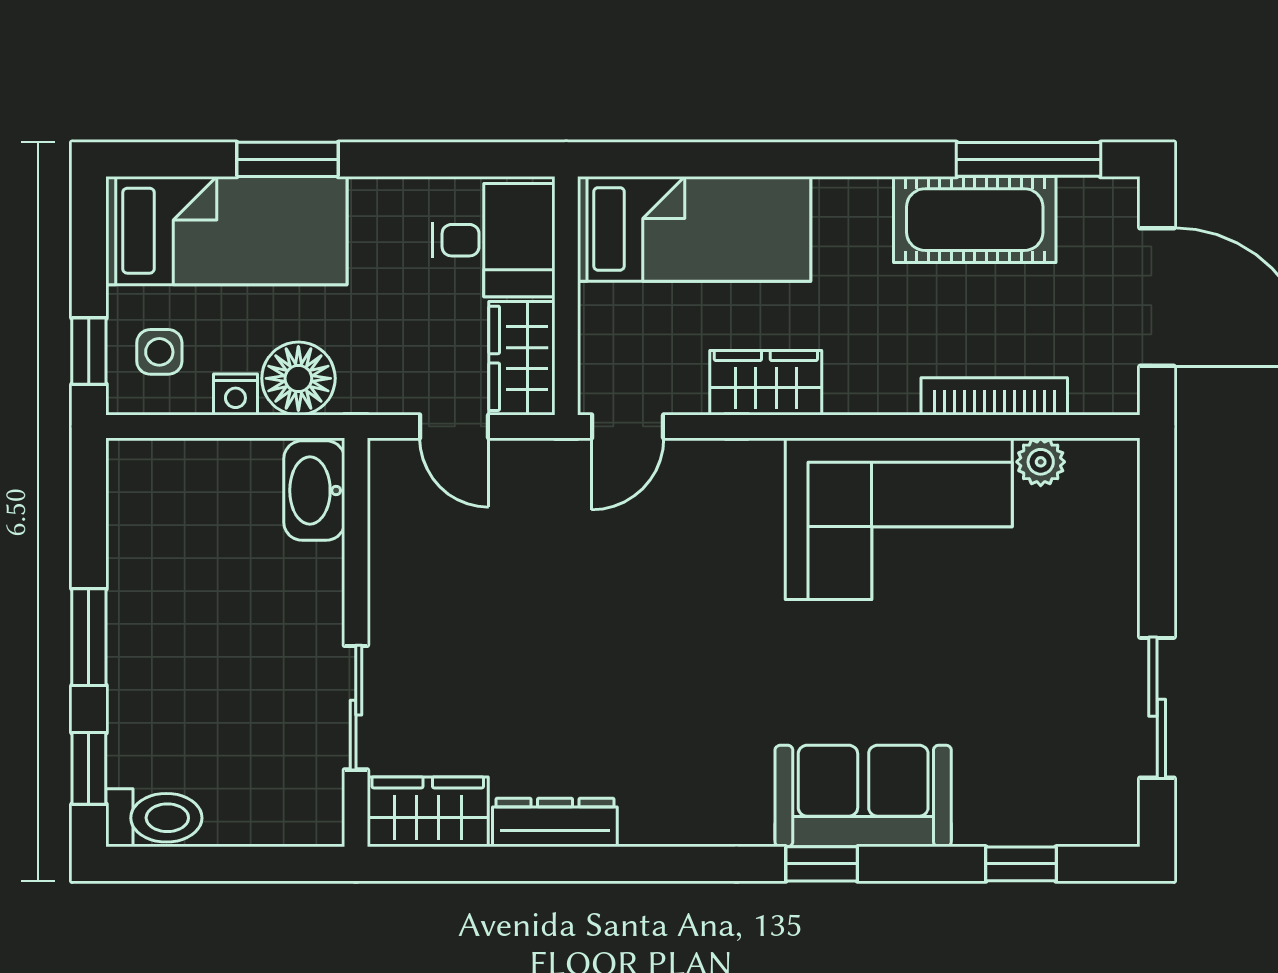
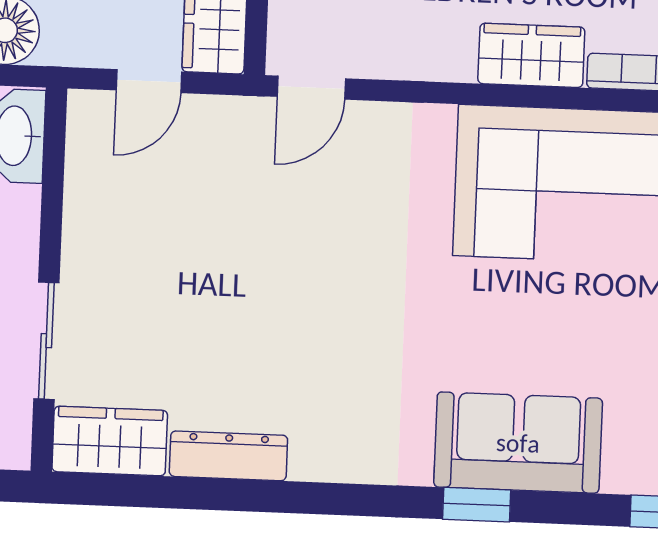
wardrobe: (766, 383) -> (531, 55), moved
door: (454, 426) -> (149, 81), hinge flipped

